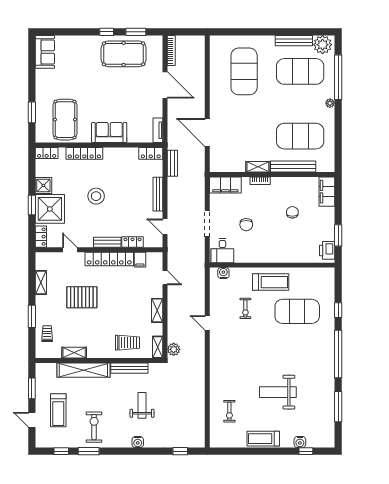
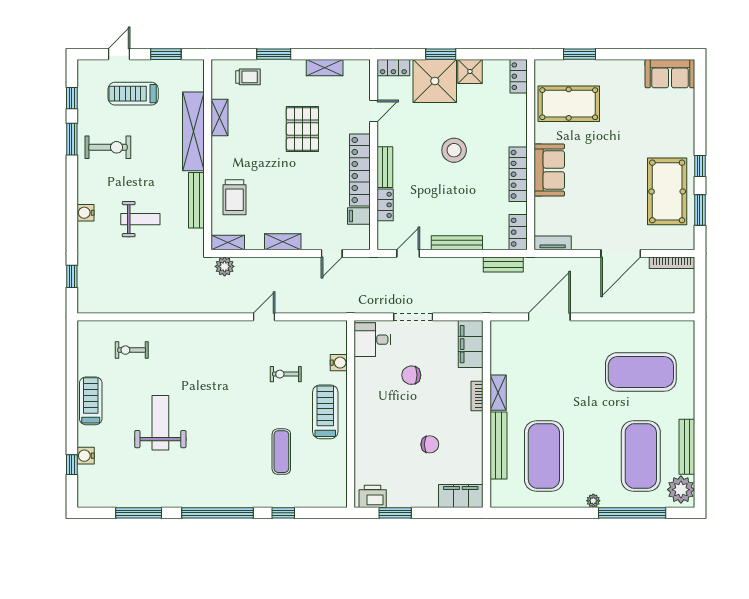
locker: (84, 153) -> (518, 174), moved
water cooler: (223, 273) -> (339, 363), moved
treadmill: (271, 282) -> (325, 412), turned 180
exercise mat: (297, 311) -> (281, 452), width x0.50, depth x0.69

